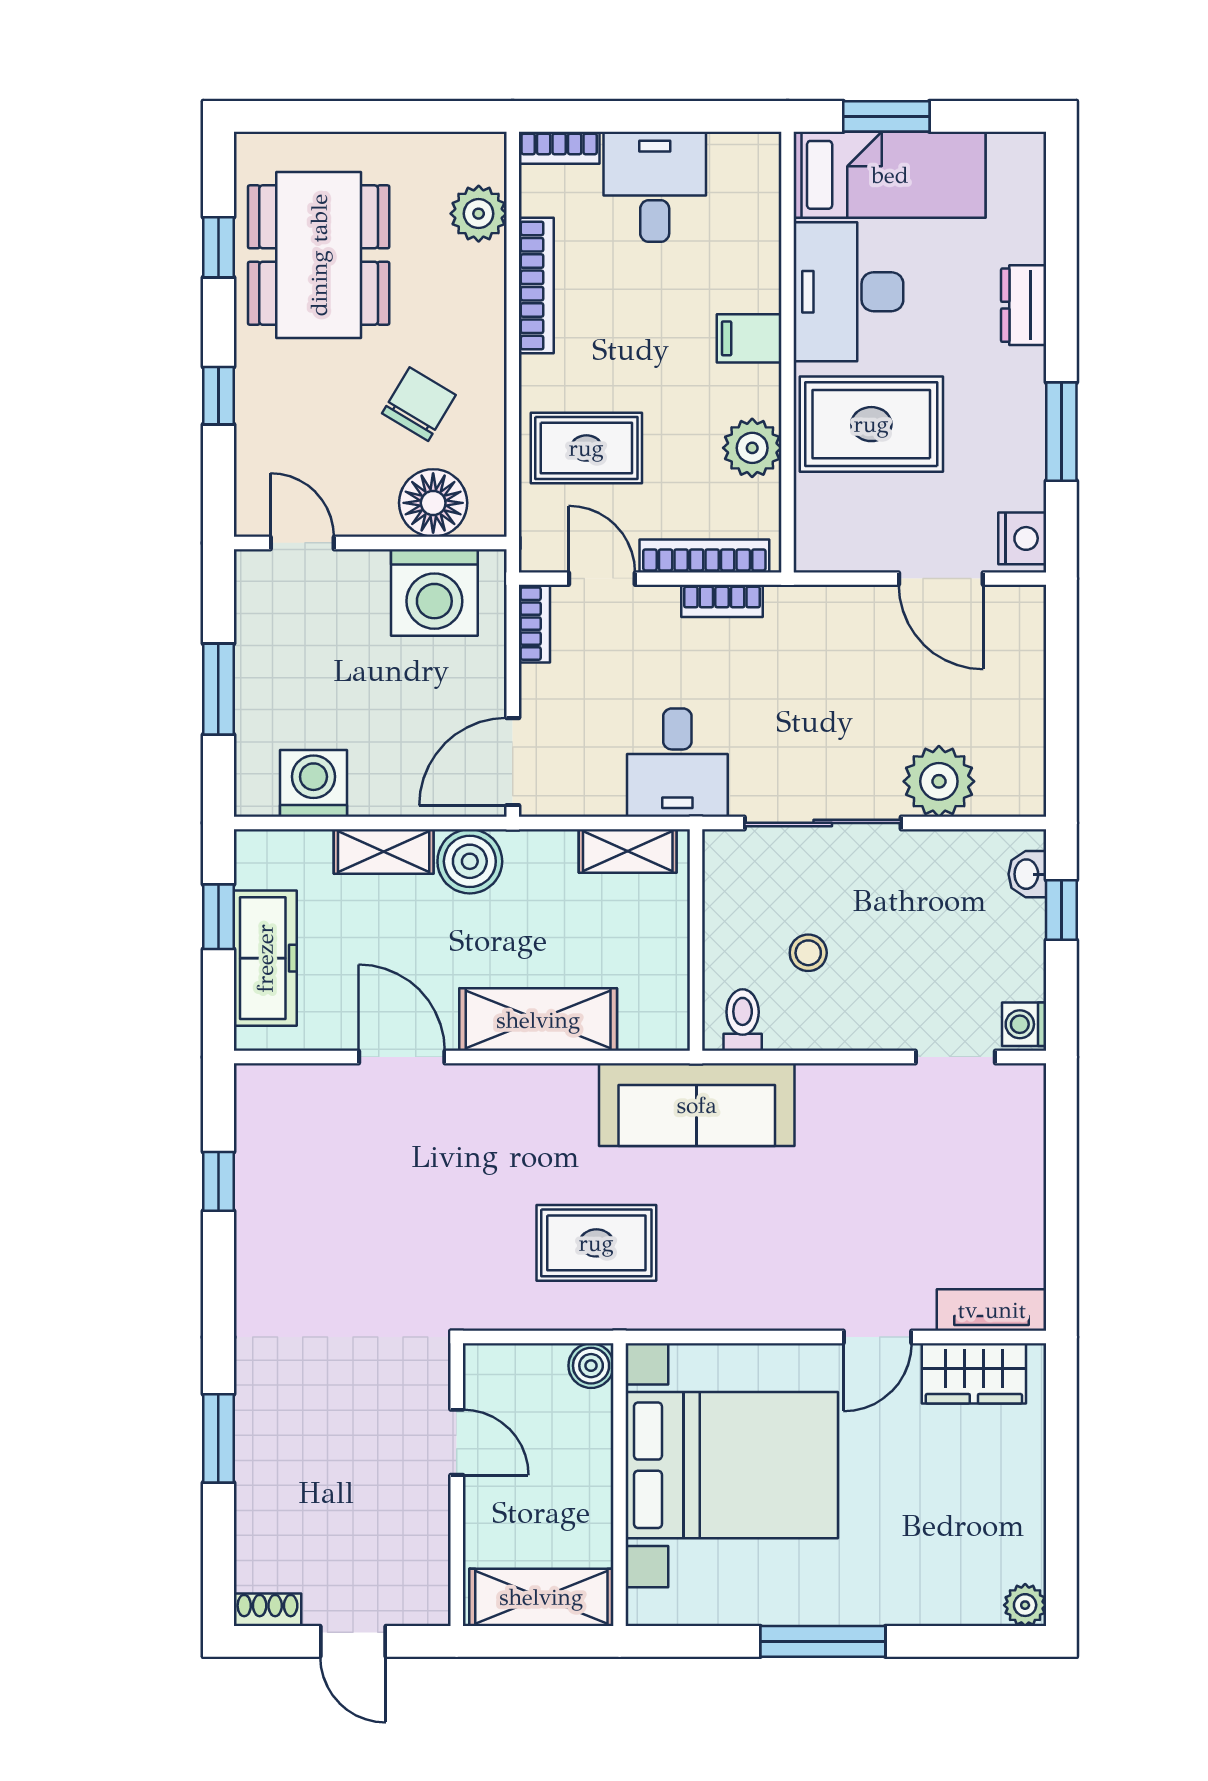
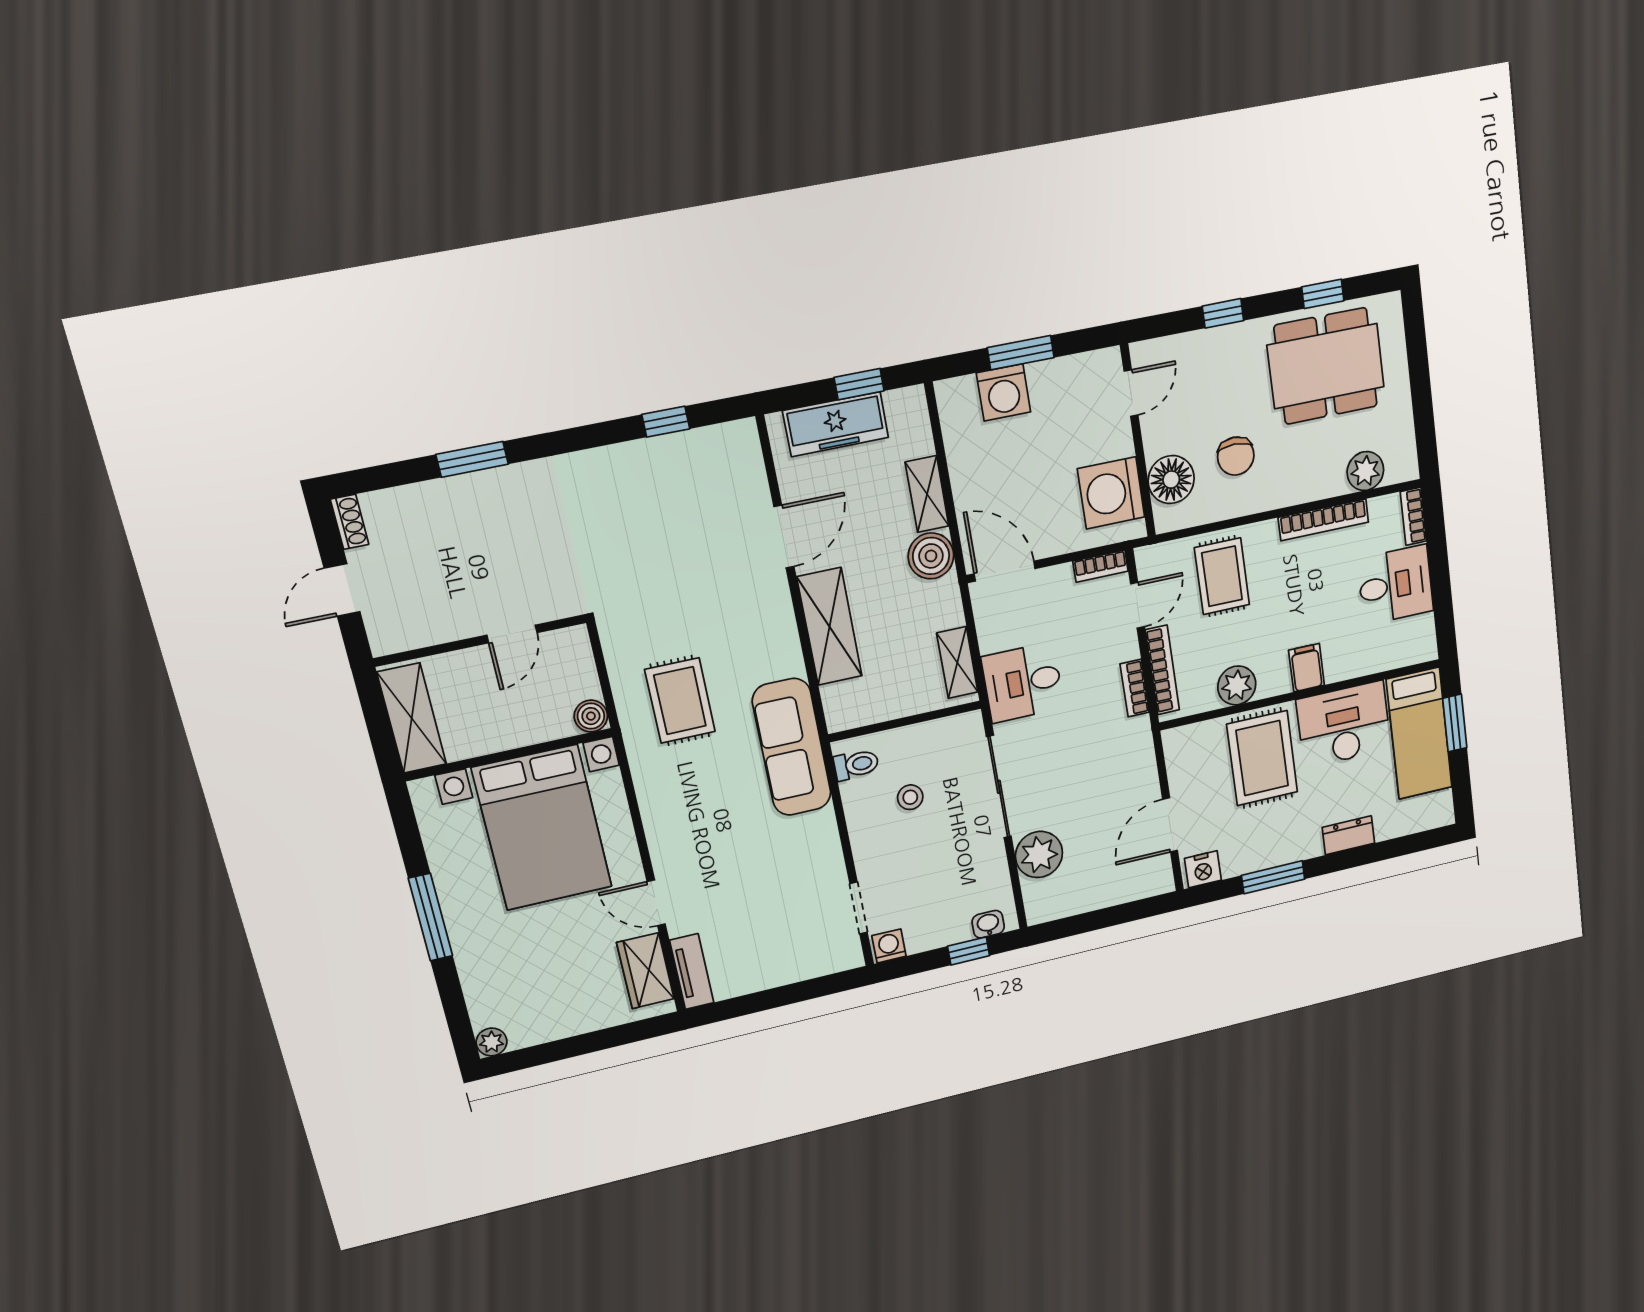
chair: (419, 404) -> (1236, 456), turned 59
washing machine: (313, 783) -> (1004, 392), moved, turned 90

